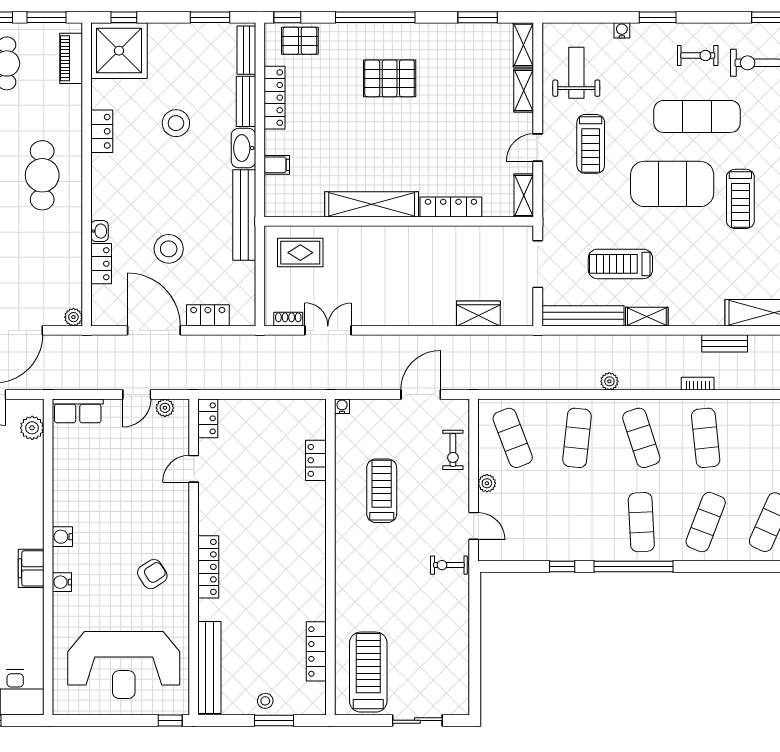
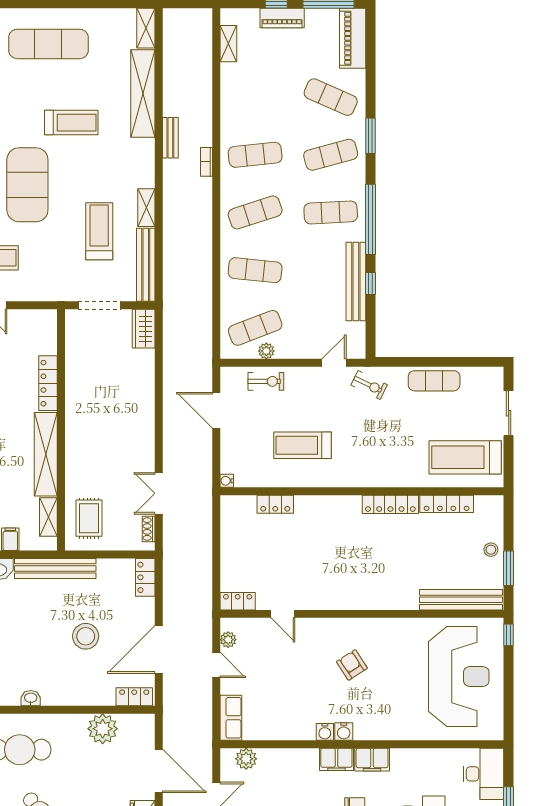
shelving: (524, 195) -> (48, 517), moved, turned 90
treadmill: (740, 199) -> (71, 123), moved
washbasin: (100, 231) -> (31, 698), moved
locker: (101, 264) -> (134, 697), moved
treadmill: (620, 264) -> (99, 231), turned 180
wardrobe: (478, 314) -> (144, 329), moved
locker: (208, 315) -> (145, 577), moved
plant: (73, 317) -> (103, 729), moved, width x1.88, depth x1.88
plant: (609, 381) -> (204, 241), removed
plant: (487, 483) -> (266, 351), moved
exercise mat: (706, 522) -> (331, 155), turned -36
filing cabinet: (31, 529) -> (336, 759), added
bench: (564, 550) -> (356, 282), added
exercise bike: (449, 565) -> (369, 385), turned -64
locker: (208, 567) -> (390, 504), moved, turned 180
window: (727, 567) -> (371, 136), added
armchair: (152, 574) -> (352, 665), moved
water cooler: (62, 582) -> (325, 732), moved
exercise mat: (454, 637) -> (434, 381), added
window: (274, 720) -> (509, 568), moved

